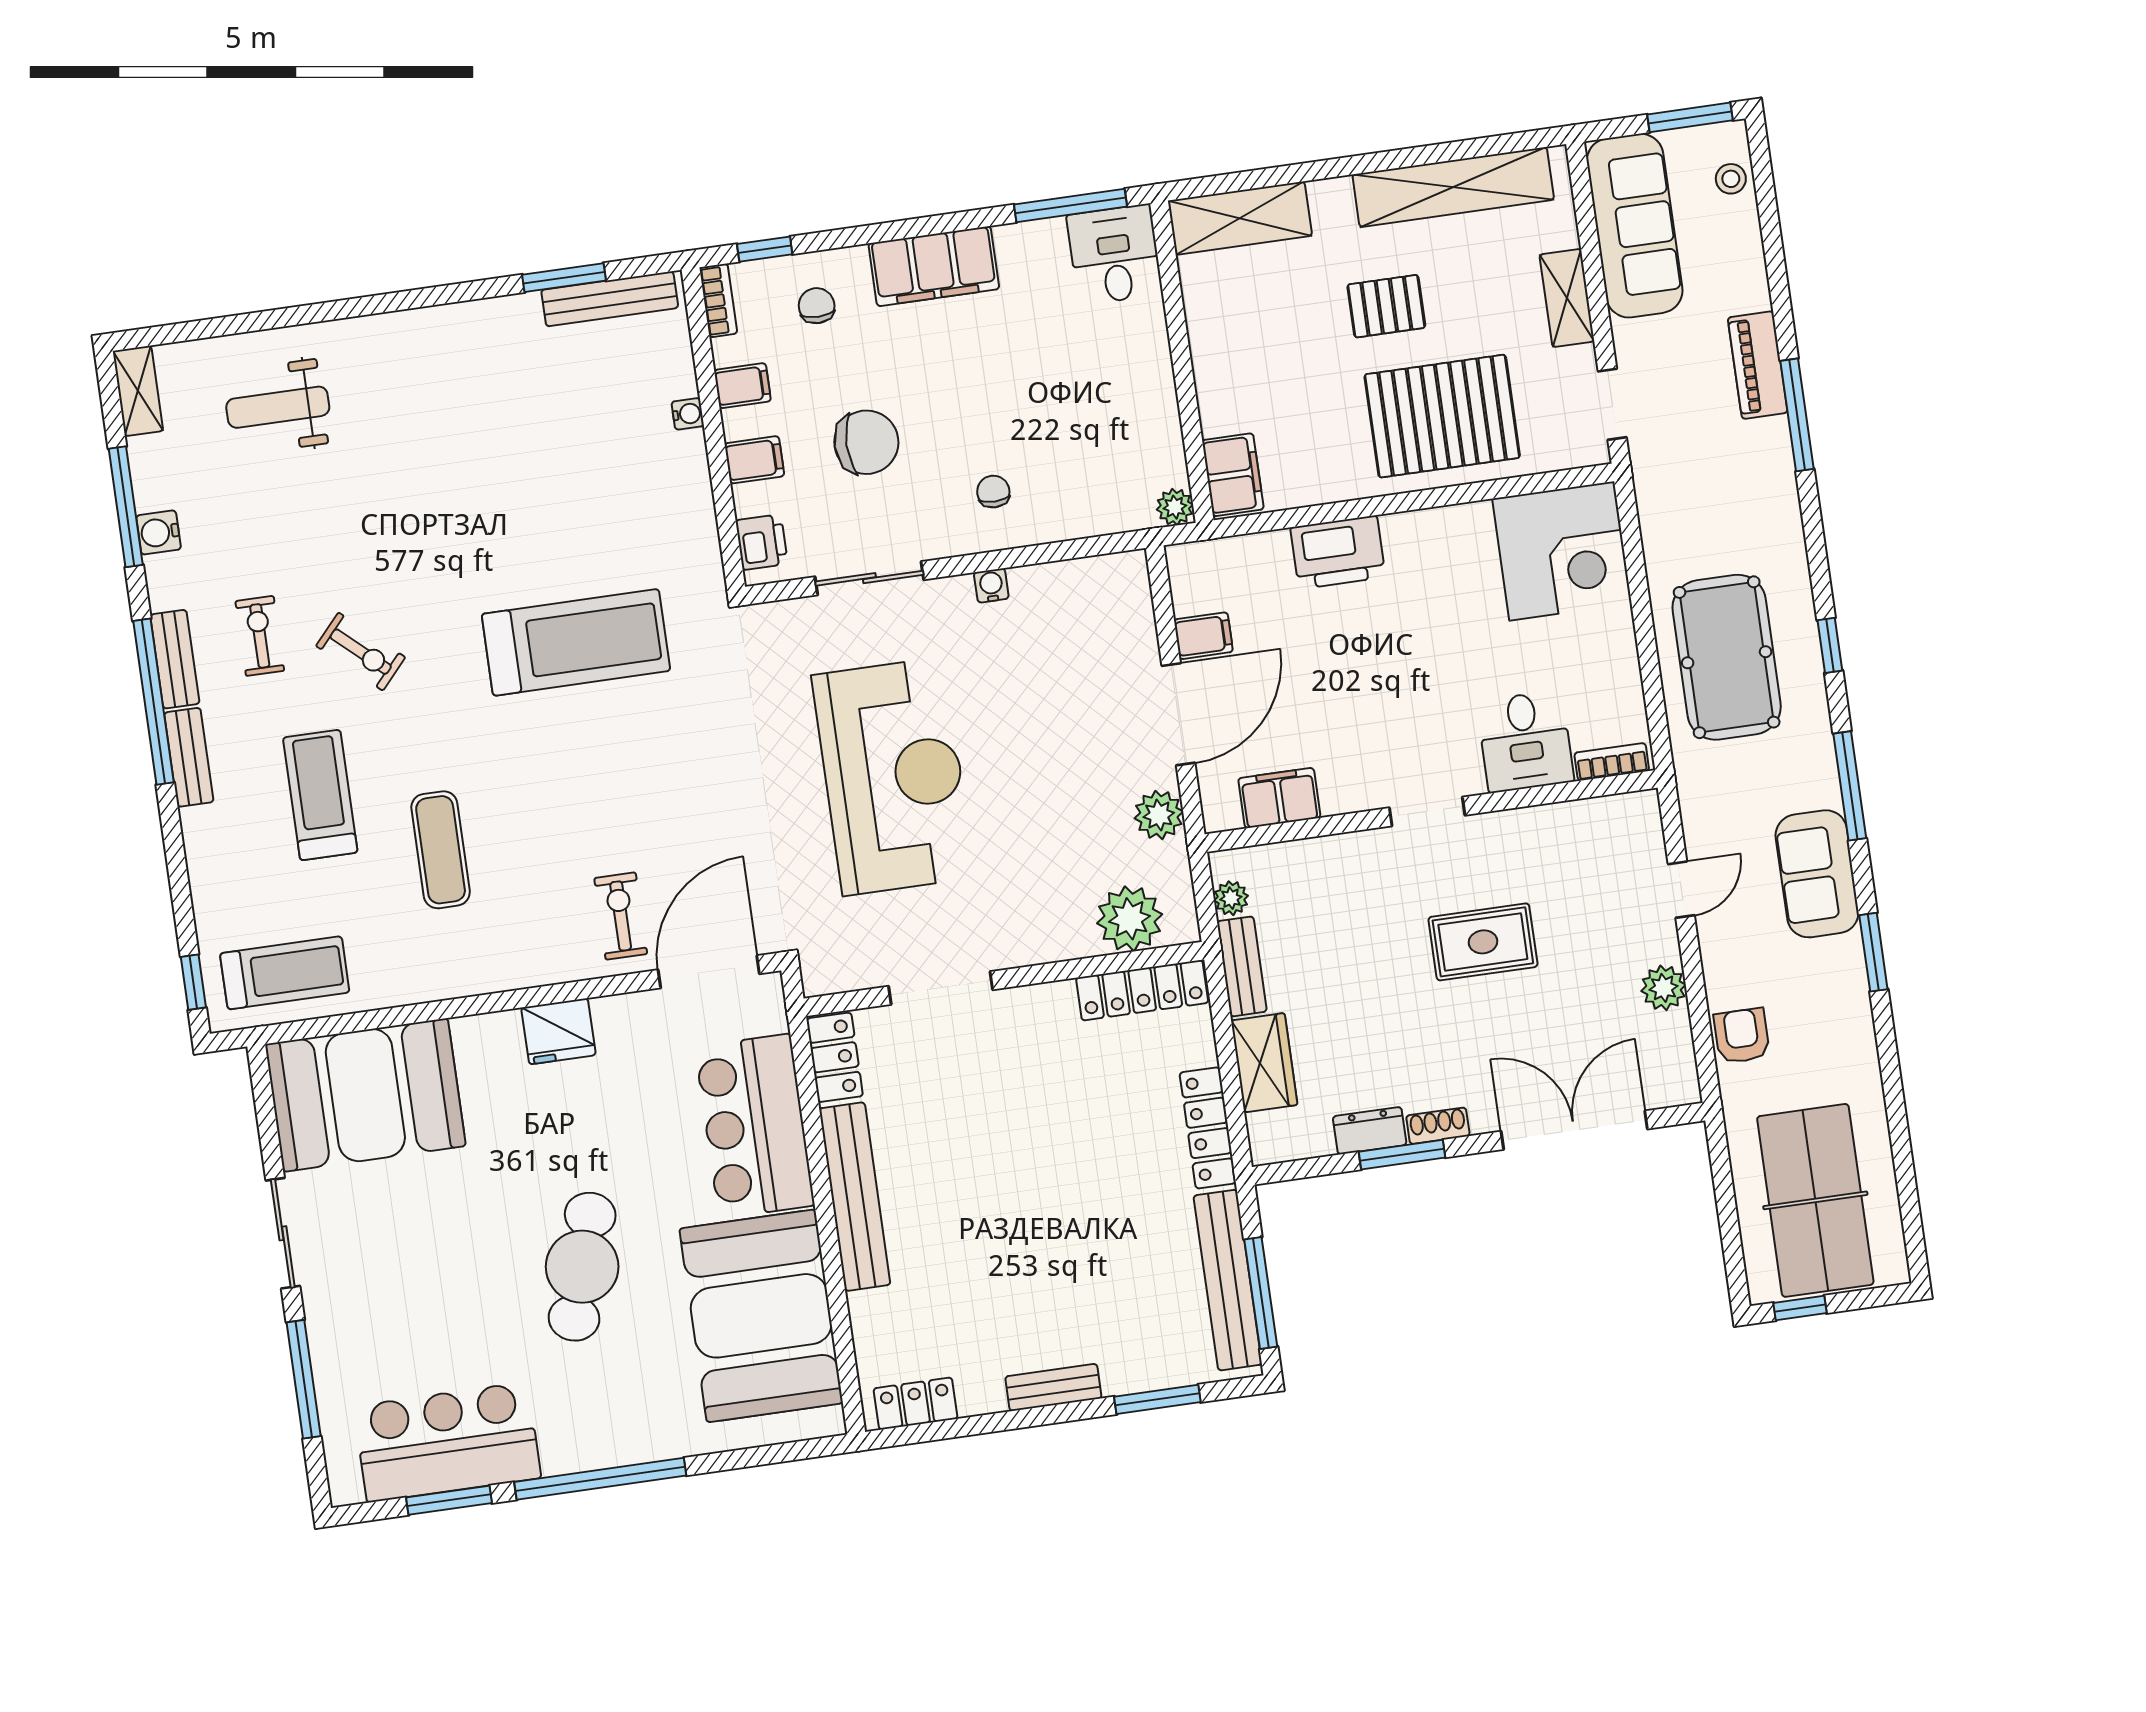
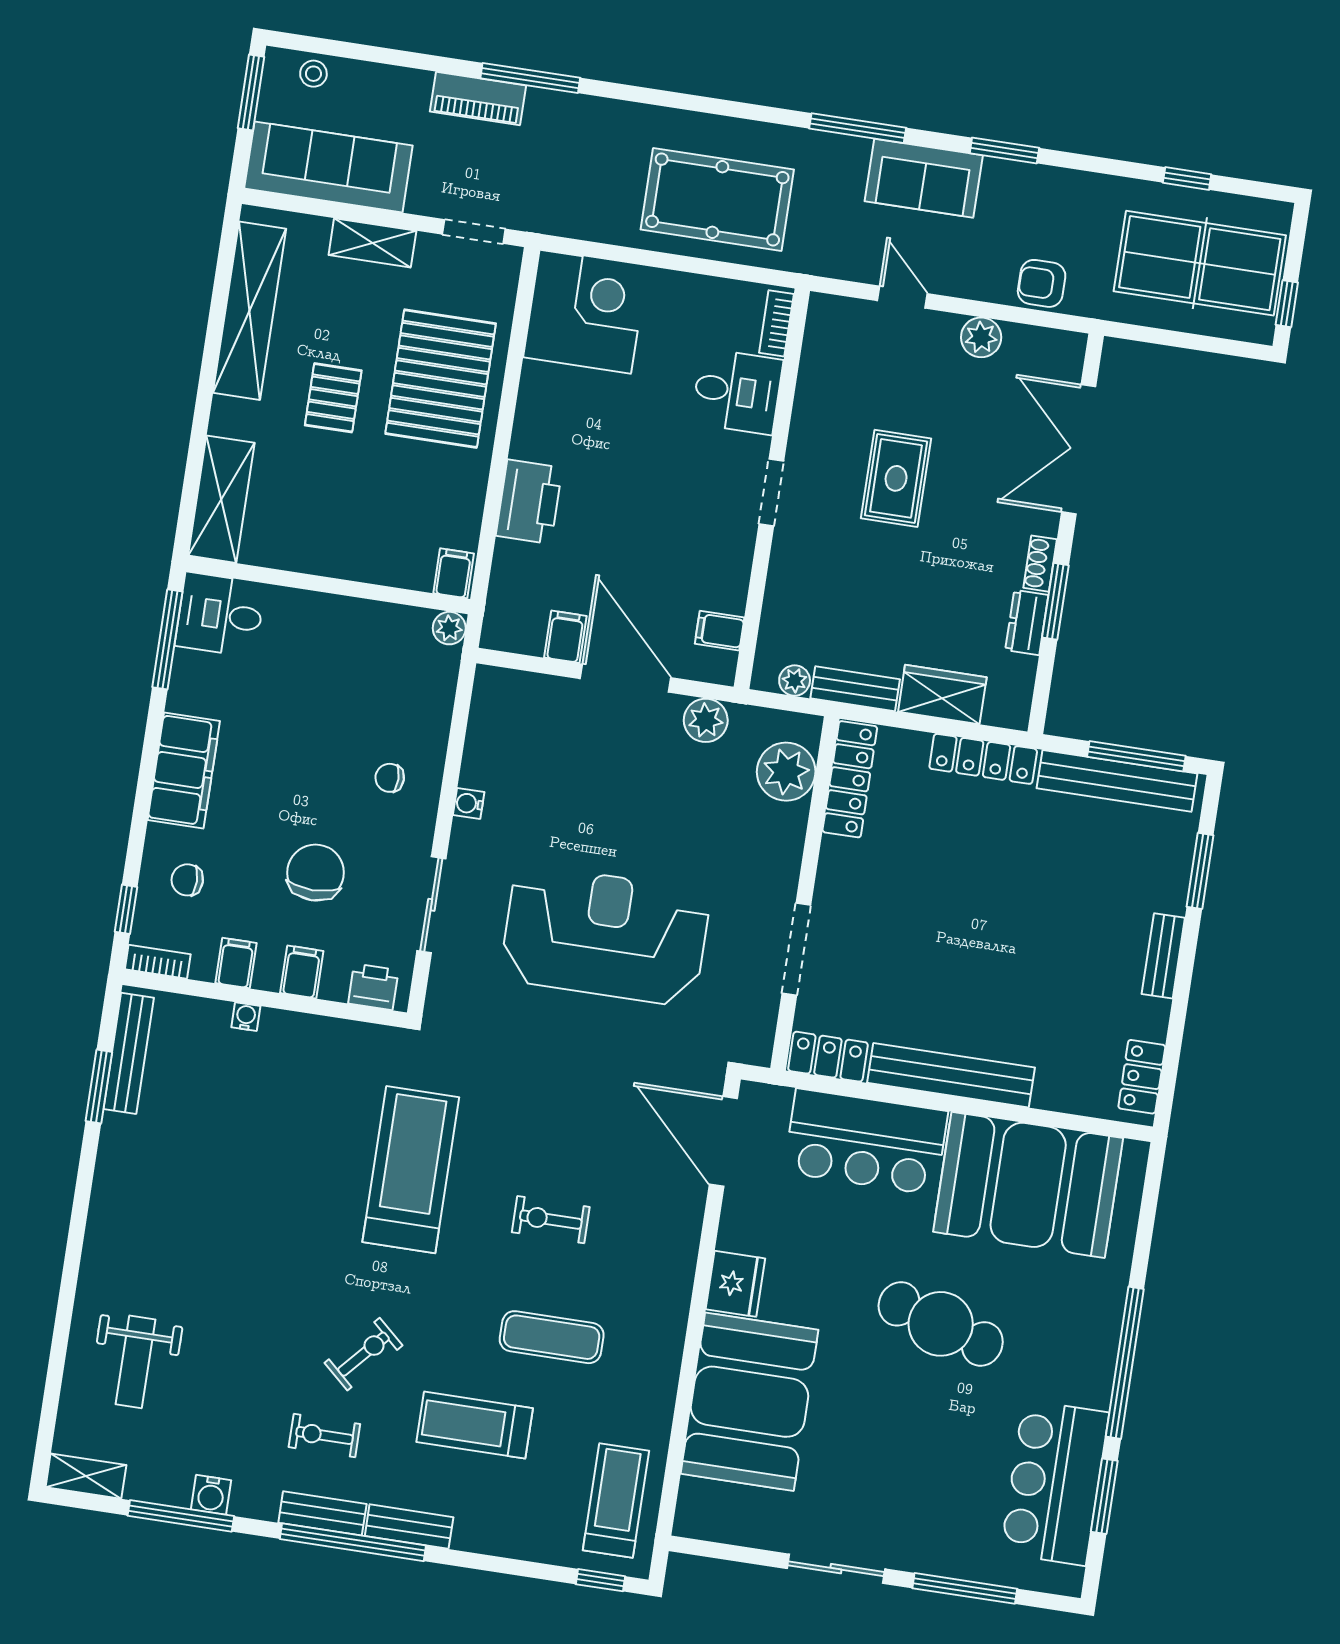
filing cabinet: (1233, 475) -> (454, 573), width x0.50
window: (1830, 645) -> (1187, 179), moved
filing cabinet: (1279, 798) -> (720, 631), width x0.50
exercise bike: (621, 916) -> (551, 1220), moved
booth: (365, 1095) -> (749, 1402), moved

